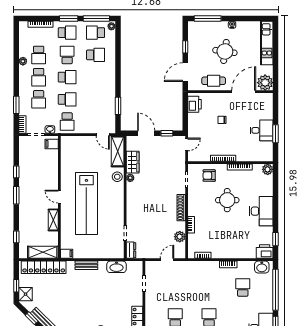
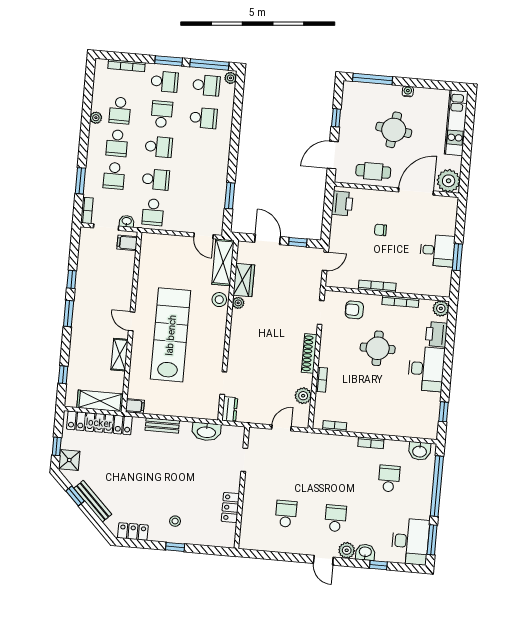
school desk: (96, 33) -> (206, 85), turned 180
lab bench: (86, 203) -> (171, 335), turned 180
printer: (265, 252) -> (436, 334), moved, turned -90

